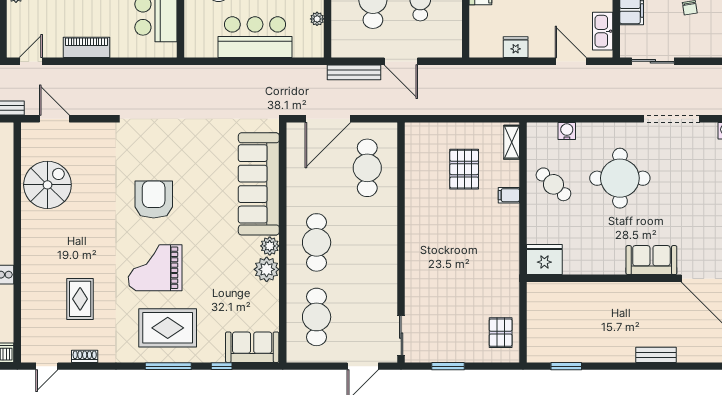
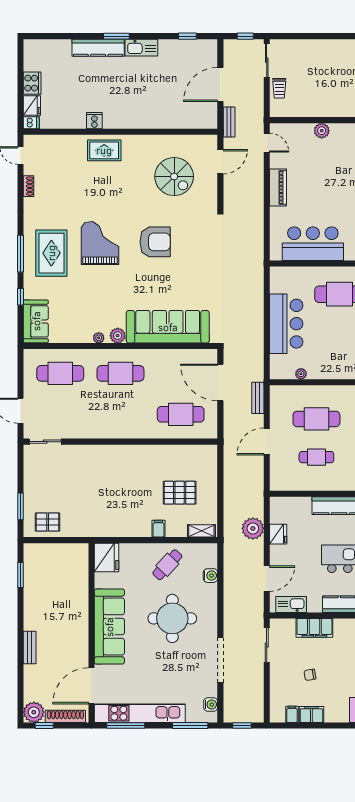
bench: (354, 72) -> (258, 398), width x0.73
plant: (509, 78) -> (253, 528), added
spiral stairs: (47, 185) -> (174, 177), moved
sofa: (651, 260) -> (109, 627), width x1.85, depth x1.27
plant: (267, 269) -> (99, 338), width x0.53, depth x0.53
rug: (80, 299) -> (104, 150), moved
window: (448, 366) -> (21, 506), moved

